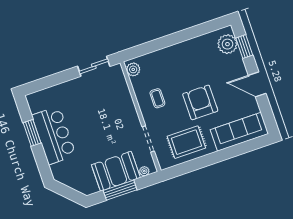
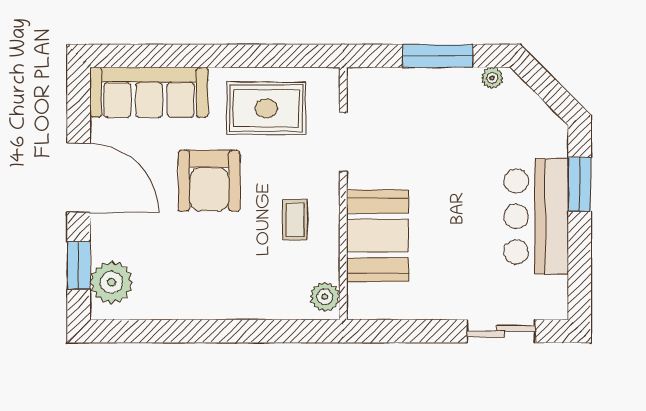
sliding door: (94, 66) -> (501, 331), moved
door: (257, 84) -> (79, 178), width x1.36
window: (32, 133) -> (580, 184), moved
booth: (116, 171) -> (377, 236), moved, turned 90
plant: (144, 171) -> (492, 78), moved

